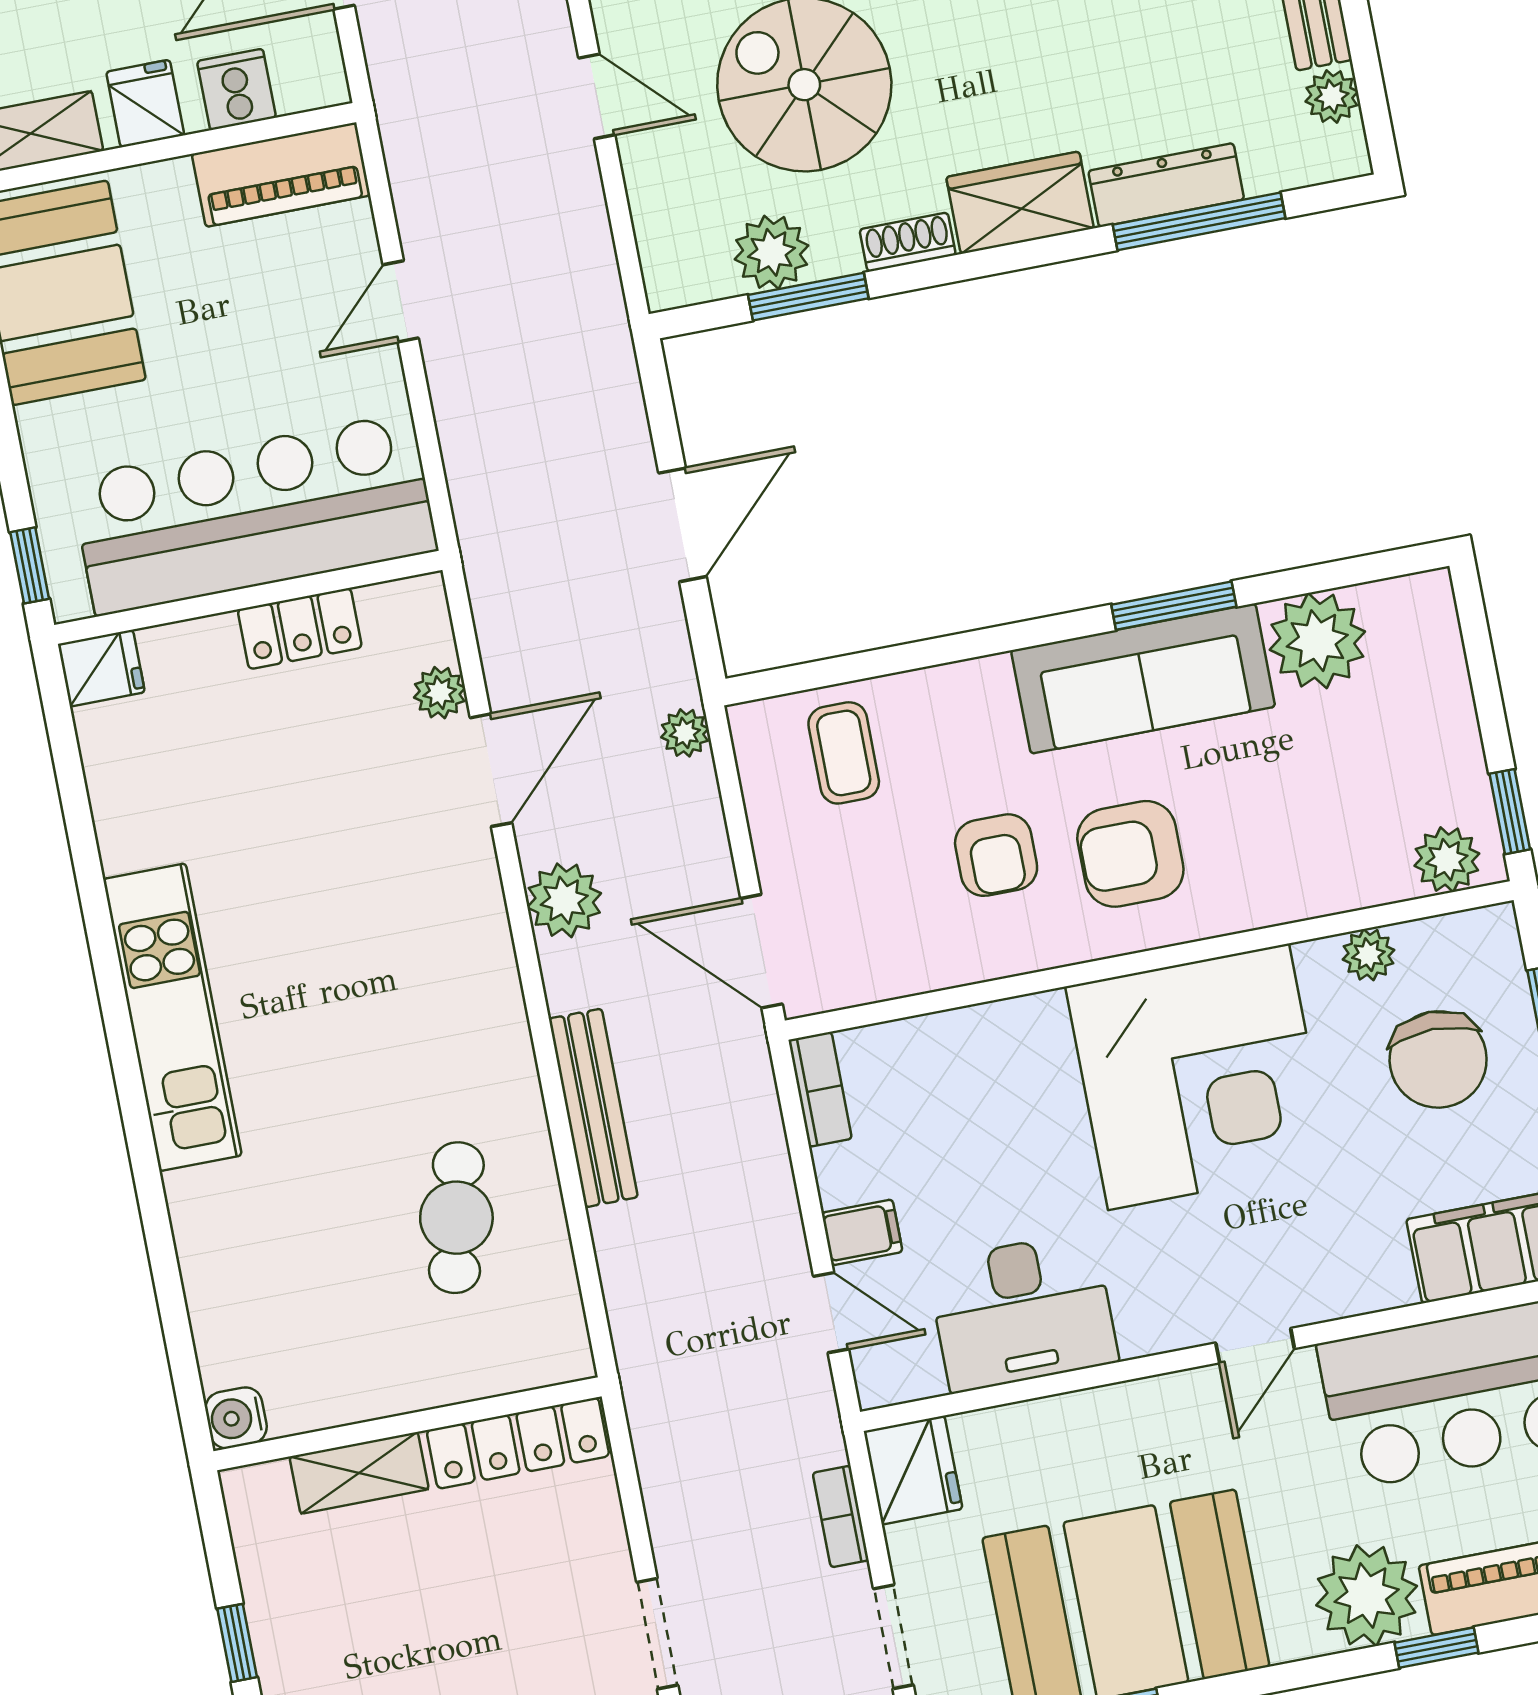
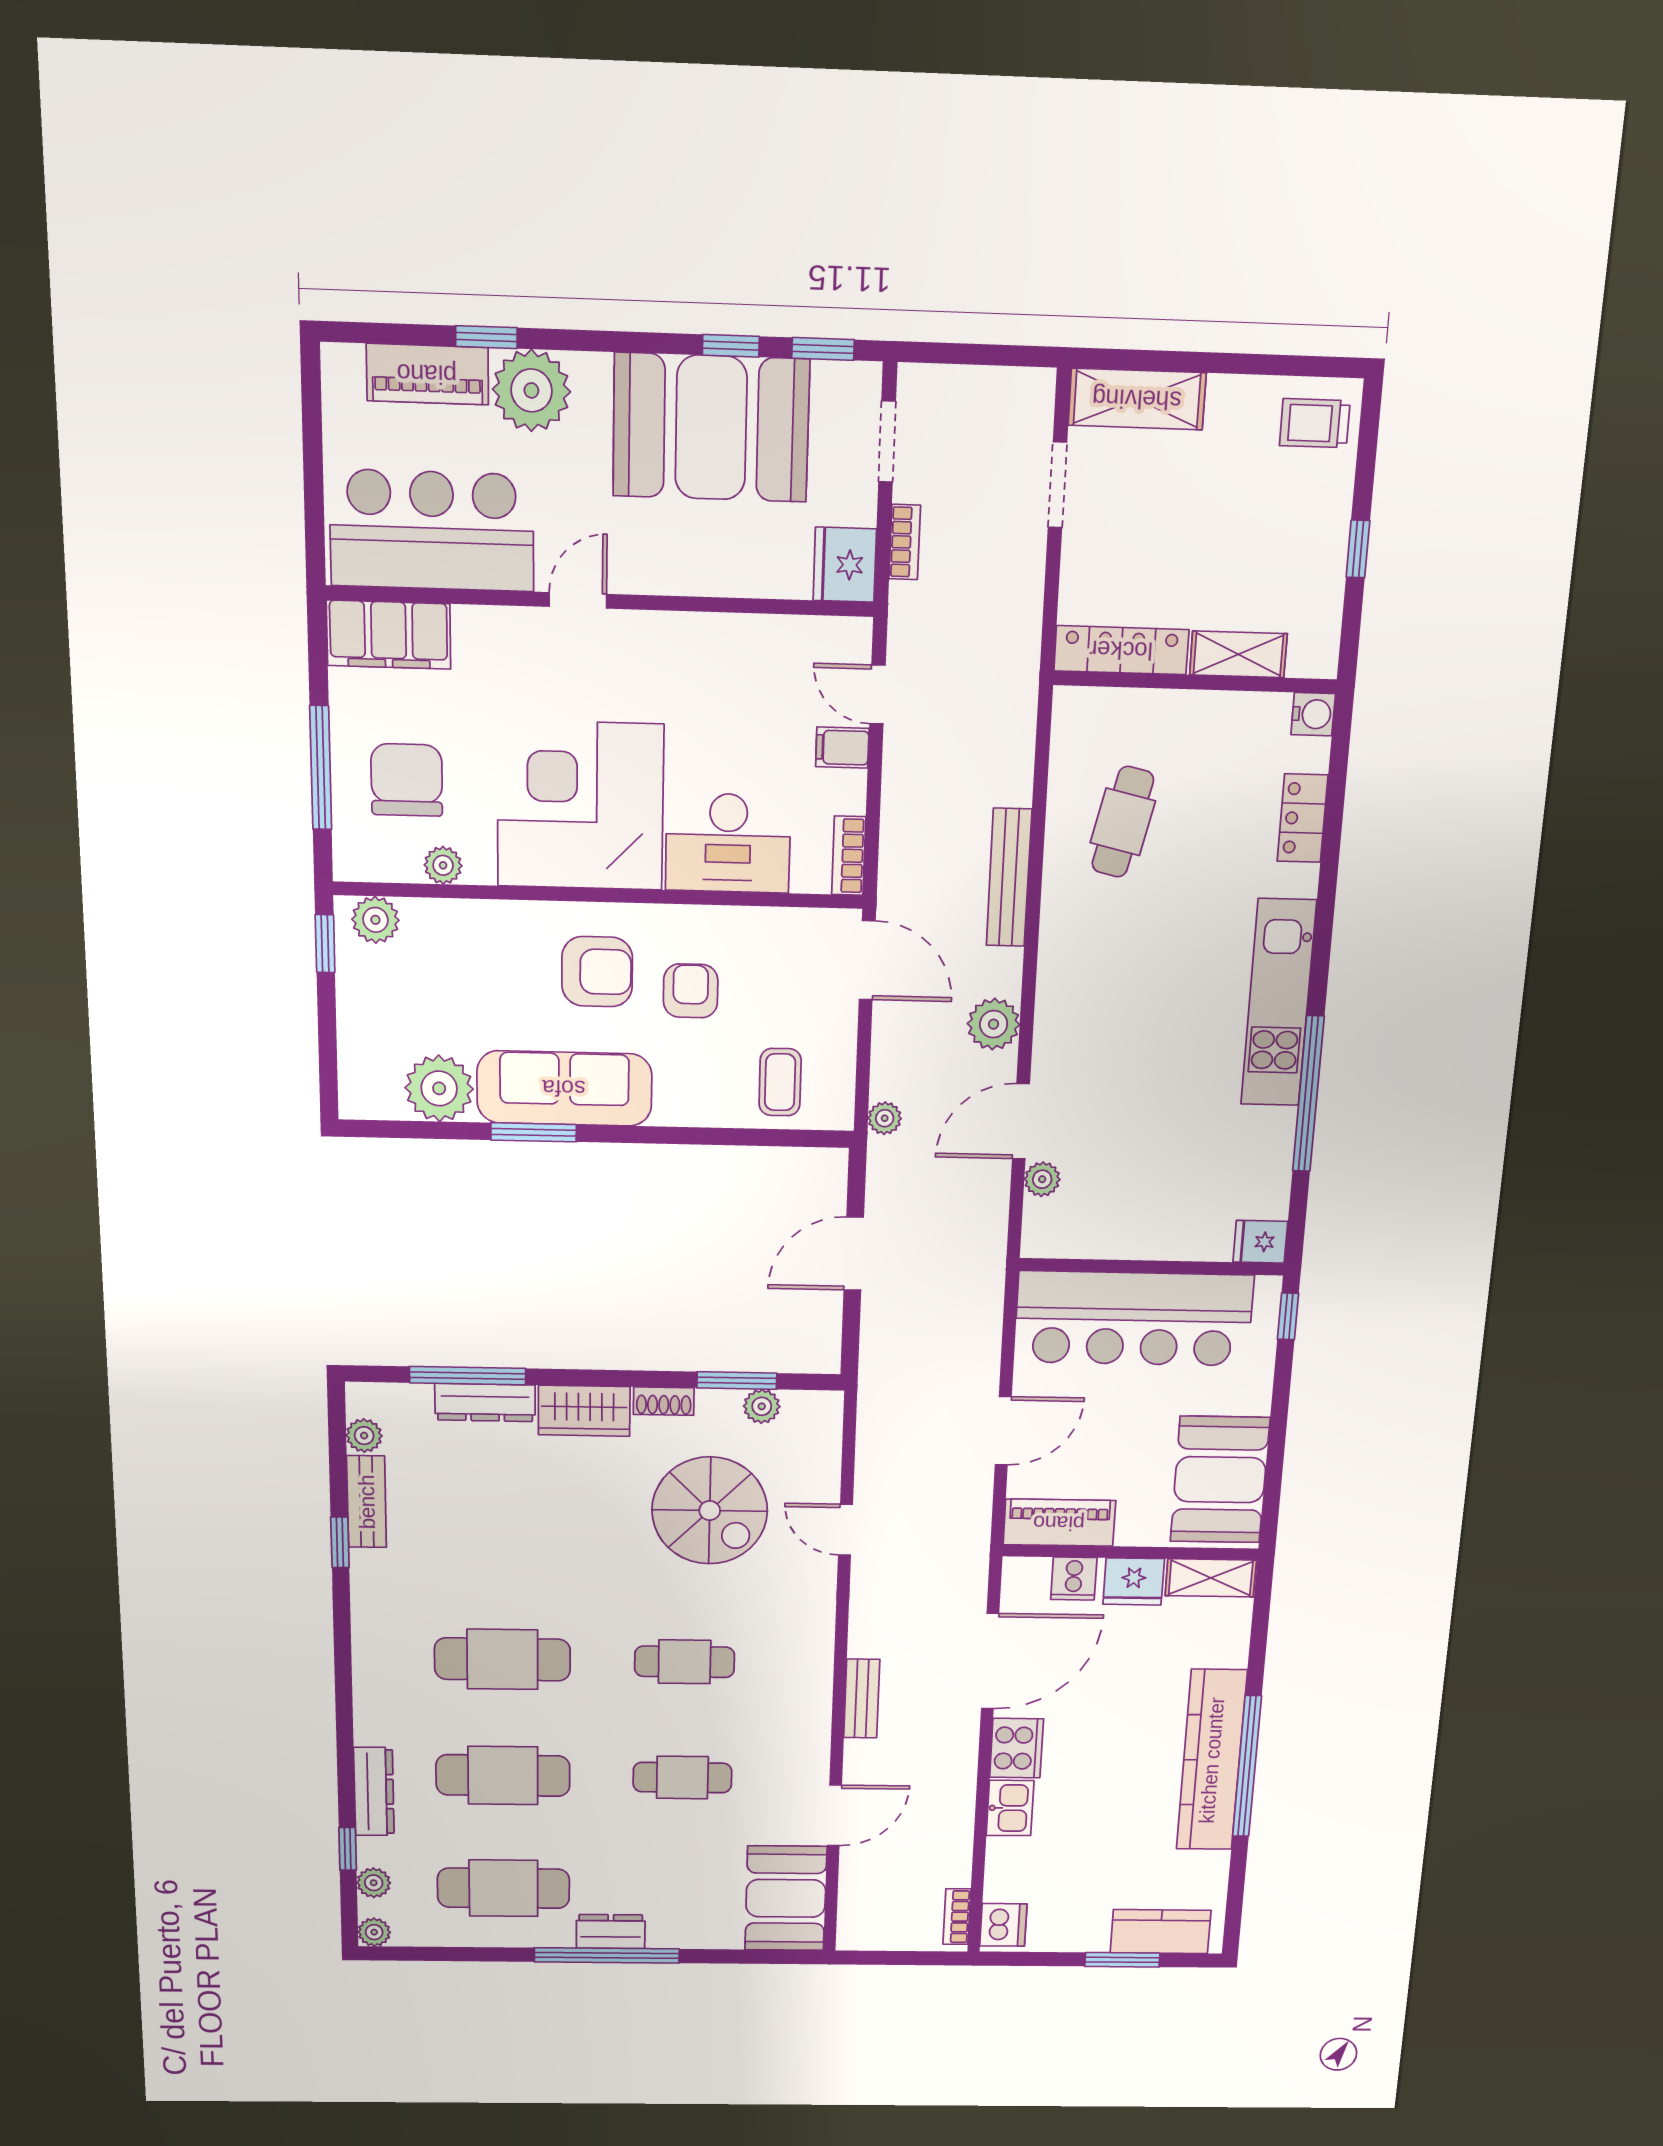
fridge: (145, 104) -> (1134, 1582), width x1.38
plant: (772, 252) -> (762, 1406), width x0.73, depth x0.73
door: (401, 301) -> (1003, 1431), width x1.38
locker: (300, 629) -> (1303, 818), moved, turned -90
window: (94, 898) -> (1308, 1094), added
desk: (1022, 1312) -> (728, 843), moved, turned 180

